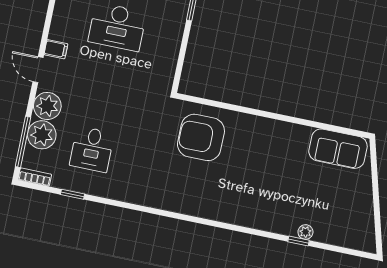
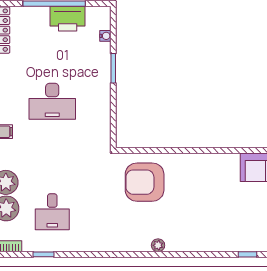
plant: (305, 232) -> (158, 245), moved

